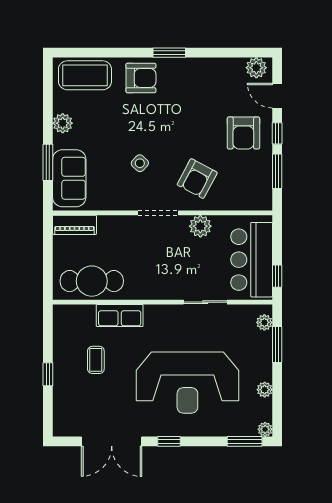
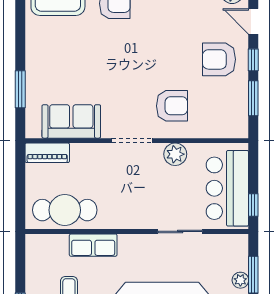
plant: (63, 123) -> (35, 49), removed
armchair: (243, 133) -> (219, 59), turned 90
side table: (140, 163) -> (114, 90), removed
sofa: (69, 178) -> (71, 121), moved, turned -90
armchair: (197, 179) -> (172, 106), turned -118
plant: (264, 322) -> (240, 280), moved

